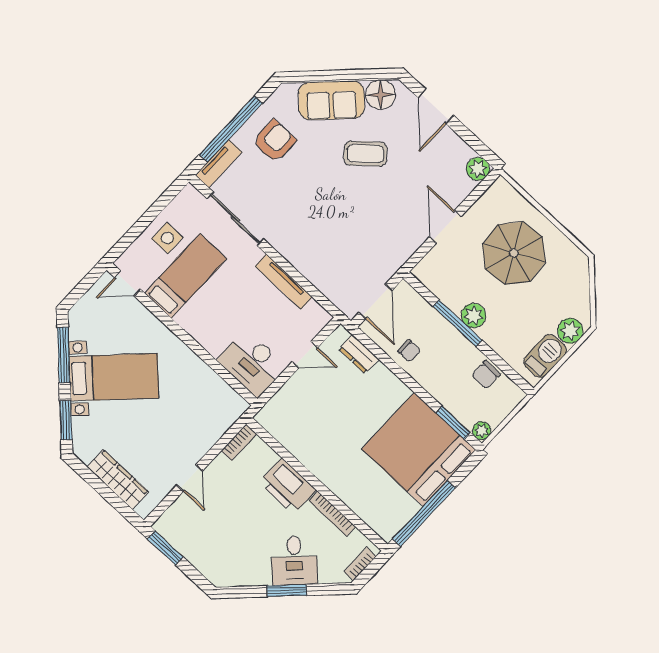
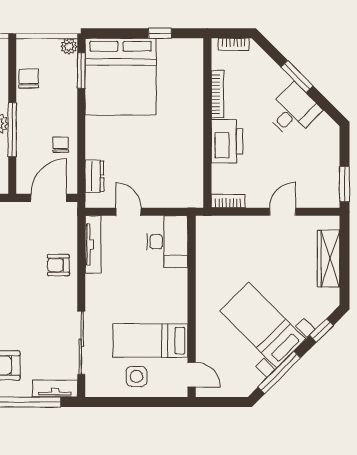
armchair: (315, 259) -> (58, 265), added
tv unit: (284, 282) -> (93, 244), moved
chair: (486, 375) -> (29, 78), turned -90
window: (66, 420) -> (321, 330), width x0.67
window: (424, 513) -> (160, 33), width x0.32
desk: (294, 560) -> (293, 111), moved

